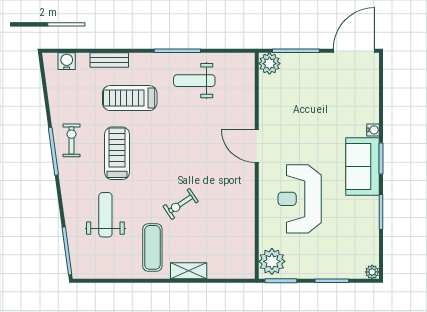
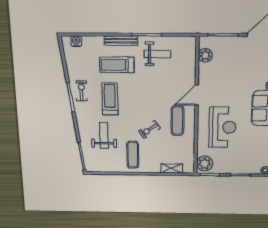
bench: (109, 60) -> (121, 41), moved, width x1.36
plant: (269, 64) -> (205, 55), moved
weight bench: (194, 81) -> (157, 54), turned 180
door: (257, 146) -> (197, 95), hinge flipped
exercise mat: (226, 188) -> (177, 121), added
reception desk: (300, 199) -> (223, 127), turned 180
shelving: (189, 271) -> (172, 168), moved

